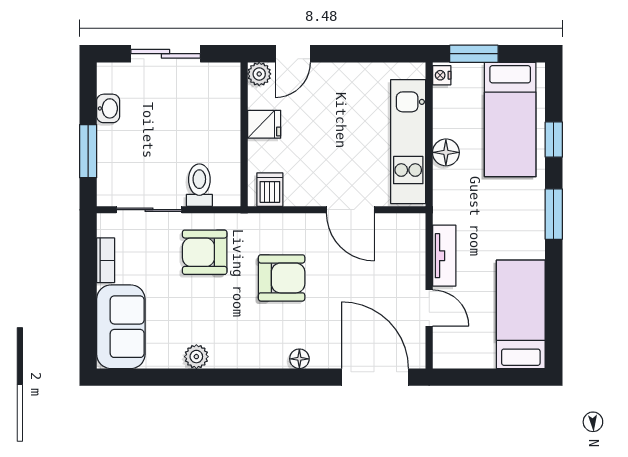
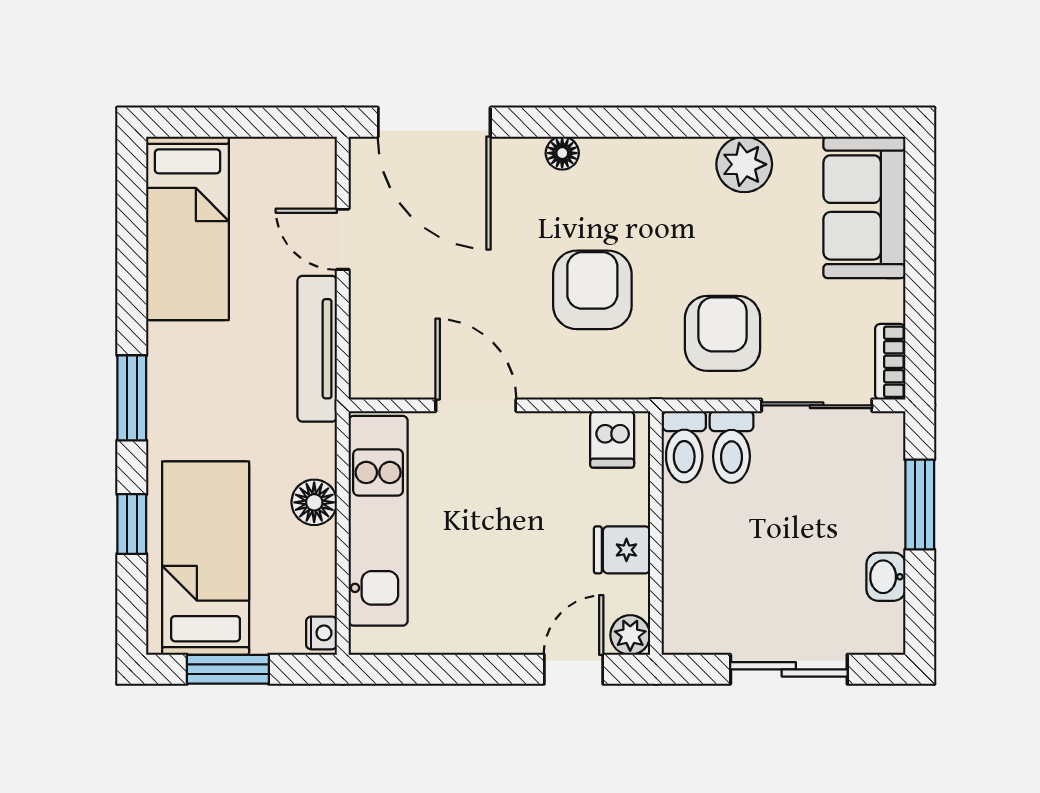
window: (474, 54) -> (228, 669), moved
toilet: (227, 185) -> (684, 447), added
armchair: (205, 252) -> (723, 333), turned -90
tv unit: (444, 256) -> (317, 349), width x1.41
bookcase: (106, 260) -> (890, 362), moved
armchair: (282, 278) -> (592, 290), turned 90
plant: (196, 357) -> (744, 164), width x1.38, depth x1.38

